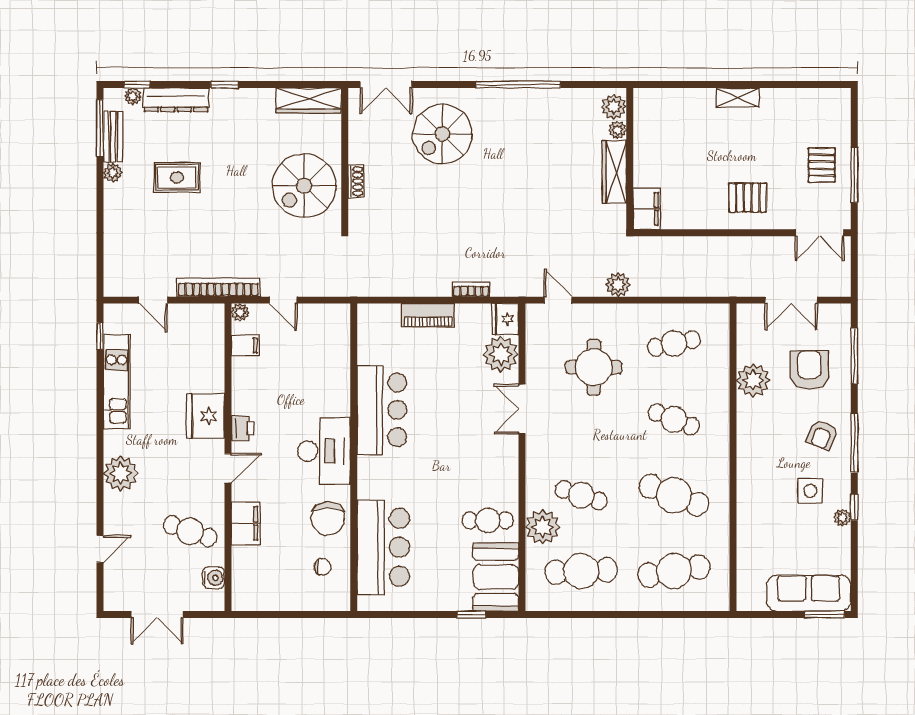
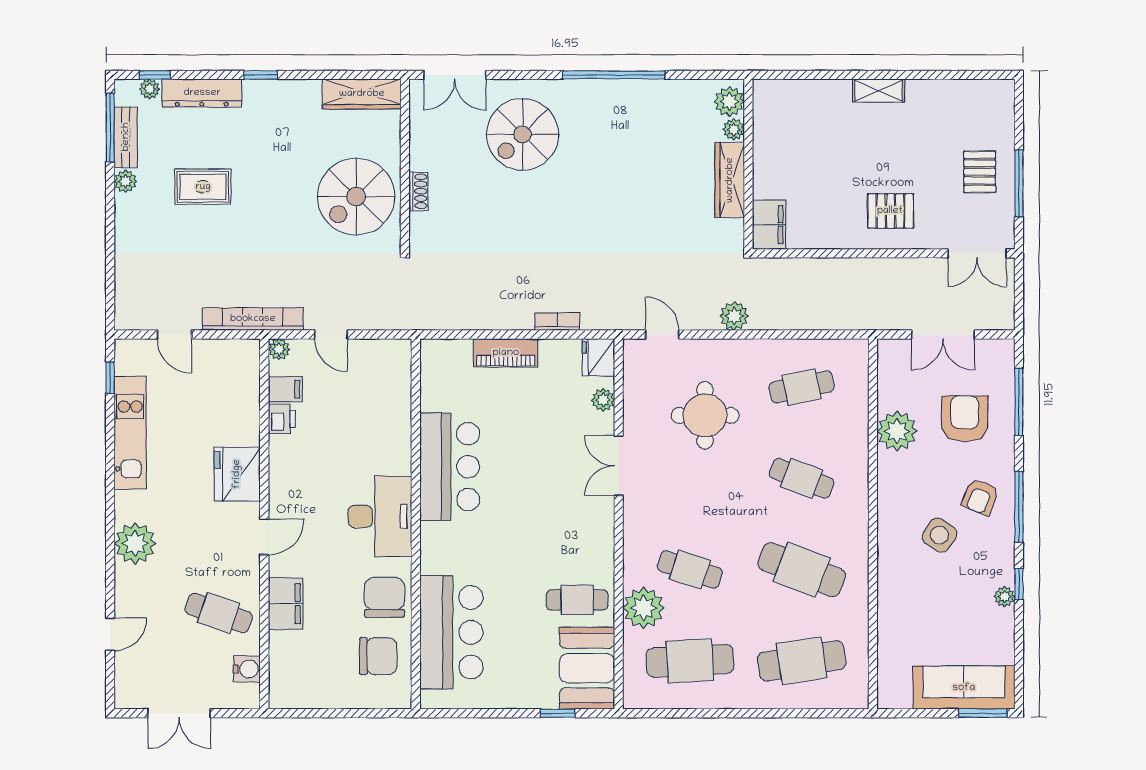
plant: (501, 354) -> (603, 400), width x0.53, depth x0.53
printer: (243, 428) -> (282, 419), moved
side table: (810, 491) -> (940, 535), moved, turned 34
chair: (328, 518) -> (385, 597), turned 180
chair: (322, 567) -> (378, 656), width x1.87, depth x1.87

